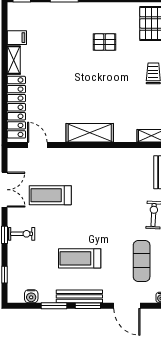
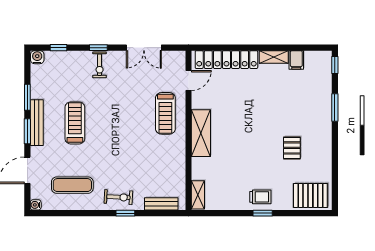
treadmill: (50, 195) -> (165, 113), moved, turned 180
water cooler: (31, 296) -> (37, 57), moved, turned 90

